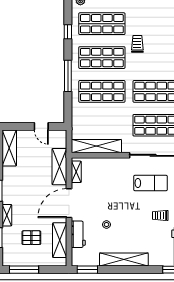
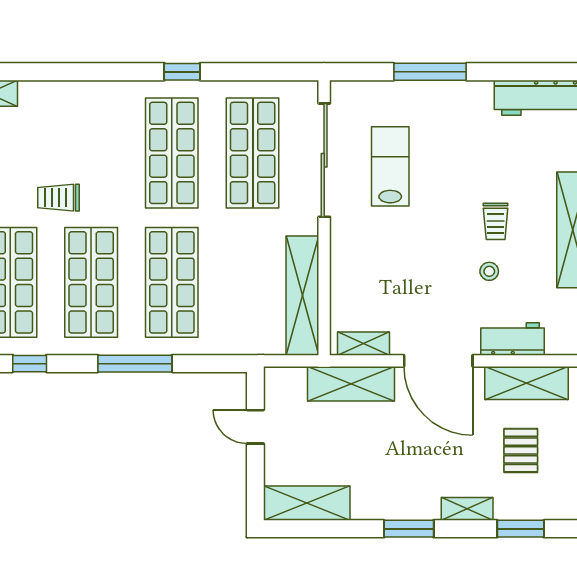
door: (41, 126) -> (255, 427), swing flipped
trolley: (160, 215) -> (496, 221), moved

